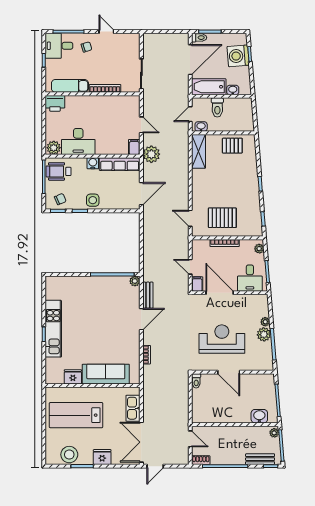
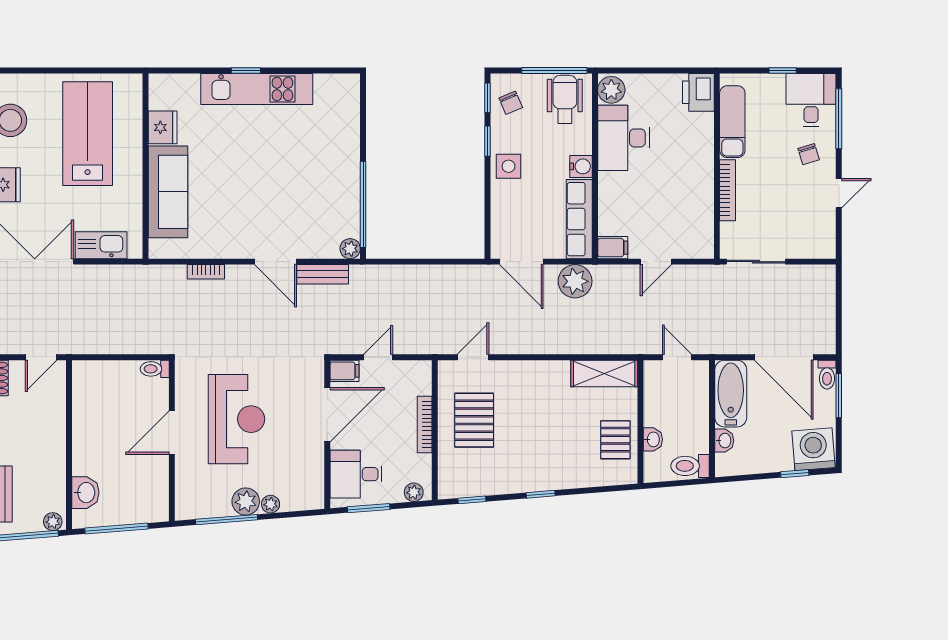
washing machine: (238, 56) -> (814, 449), moved
toilet: (217, 107) -> (690, 466), moved
washbasin: (201, 127) -> (653, 439), moved
plant: (151, 154) -> (575, 281), moved

